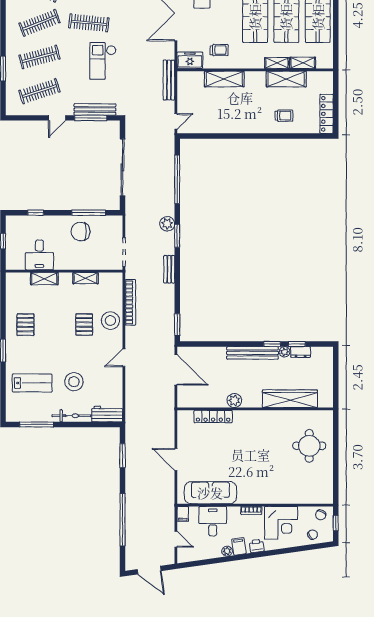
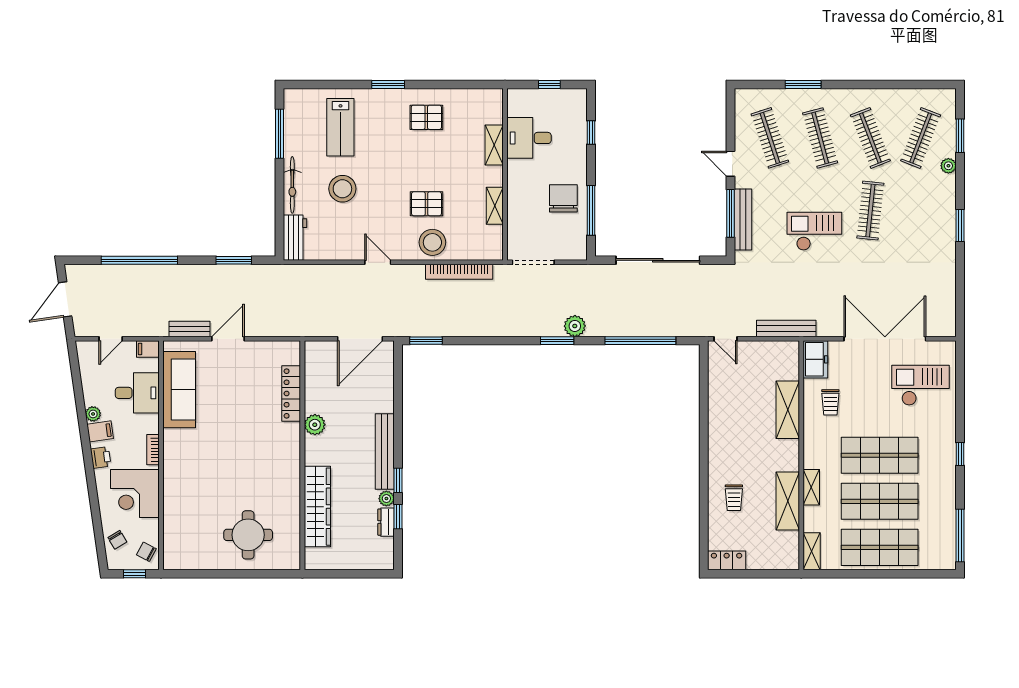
shelving: (303, 63) -> (812, 551), moved
locker: (327, 114) -> (727, 560), width x0.66
bench: (169, 269) -> (189, 329), moved

